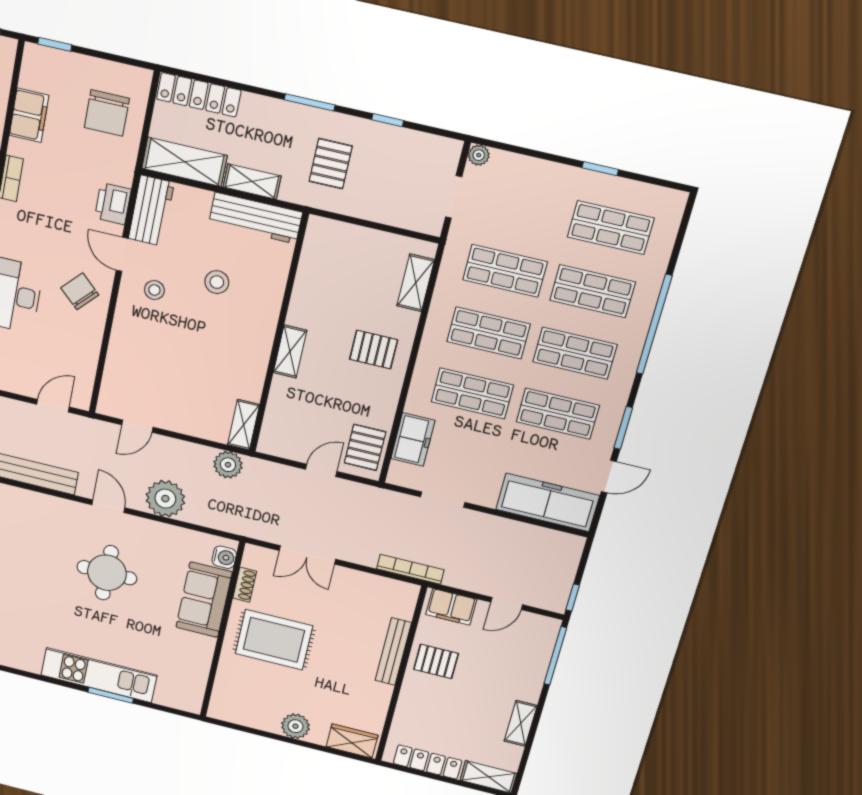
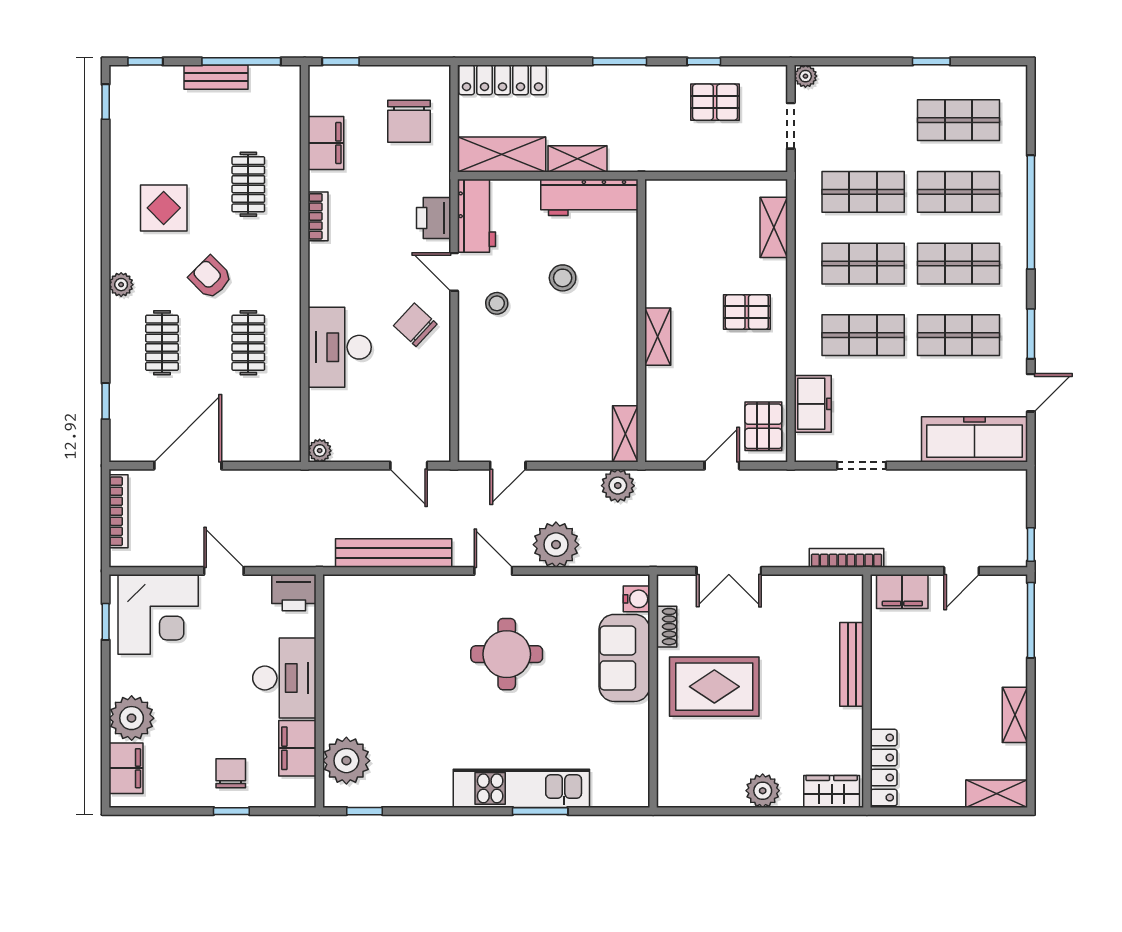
pallet: (331, 164) -> (715, 102), moved, turned 90
door: (53, 406) -> (409, 466), swing flipped
pallet: (436, 661) -> (902, 664), removed
locker: (428, 762) -> (884, 768), moved, turned 90

